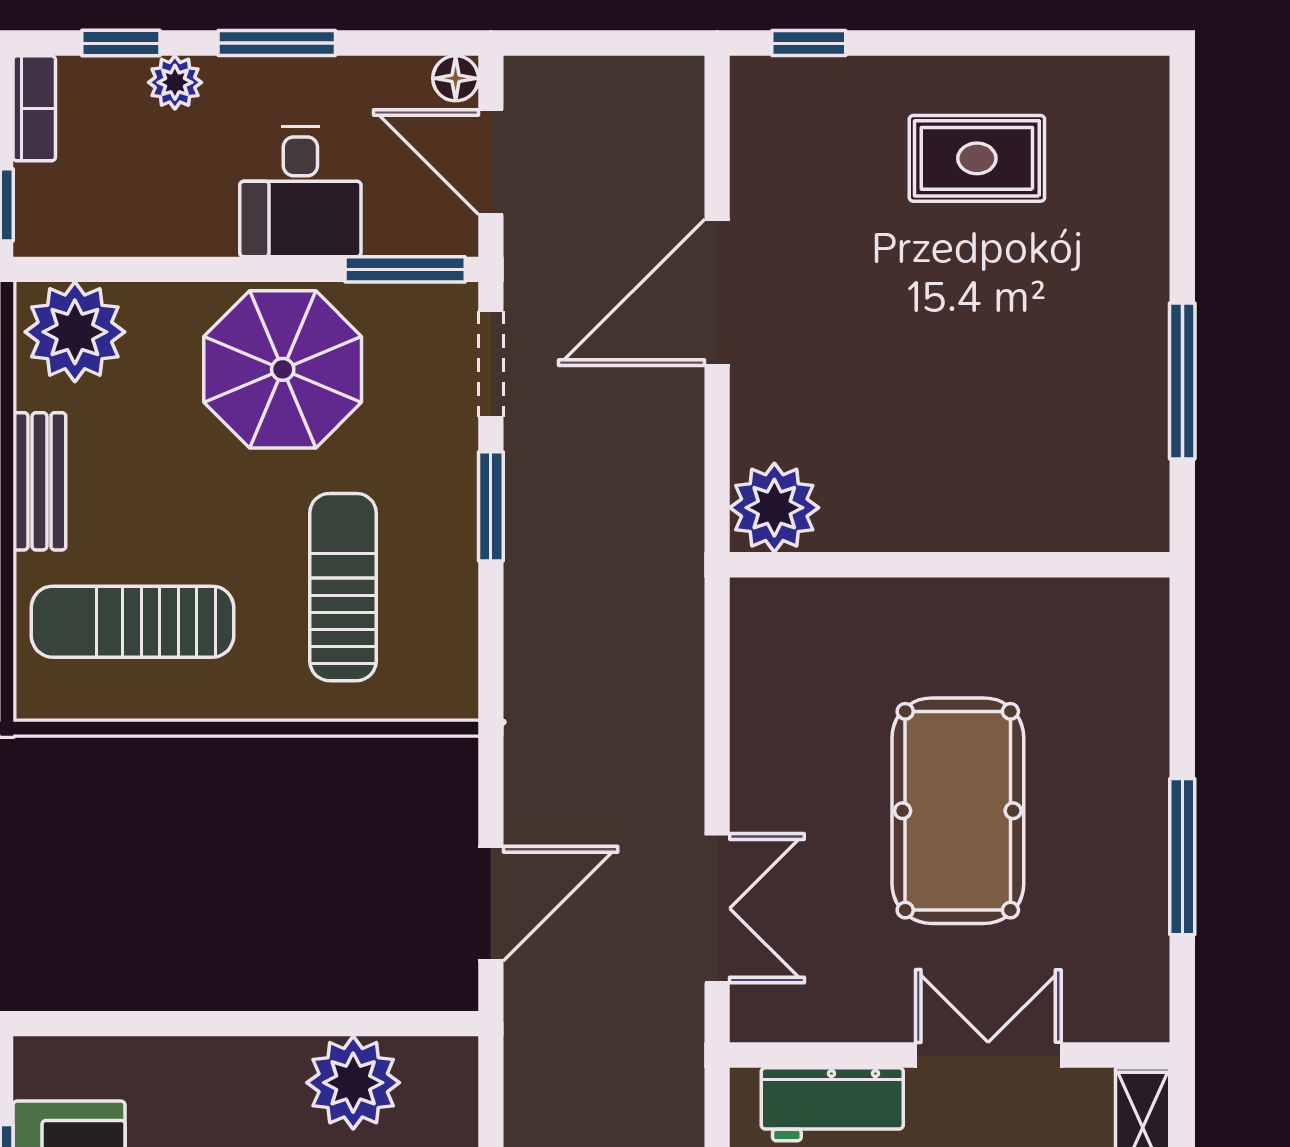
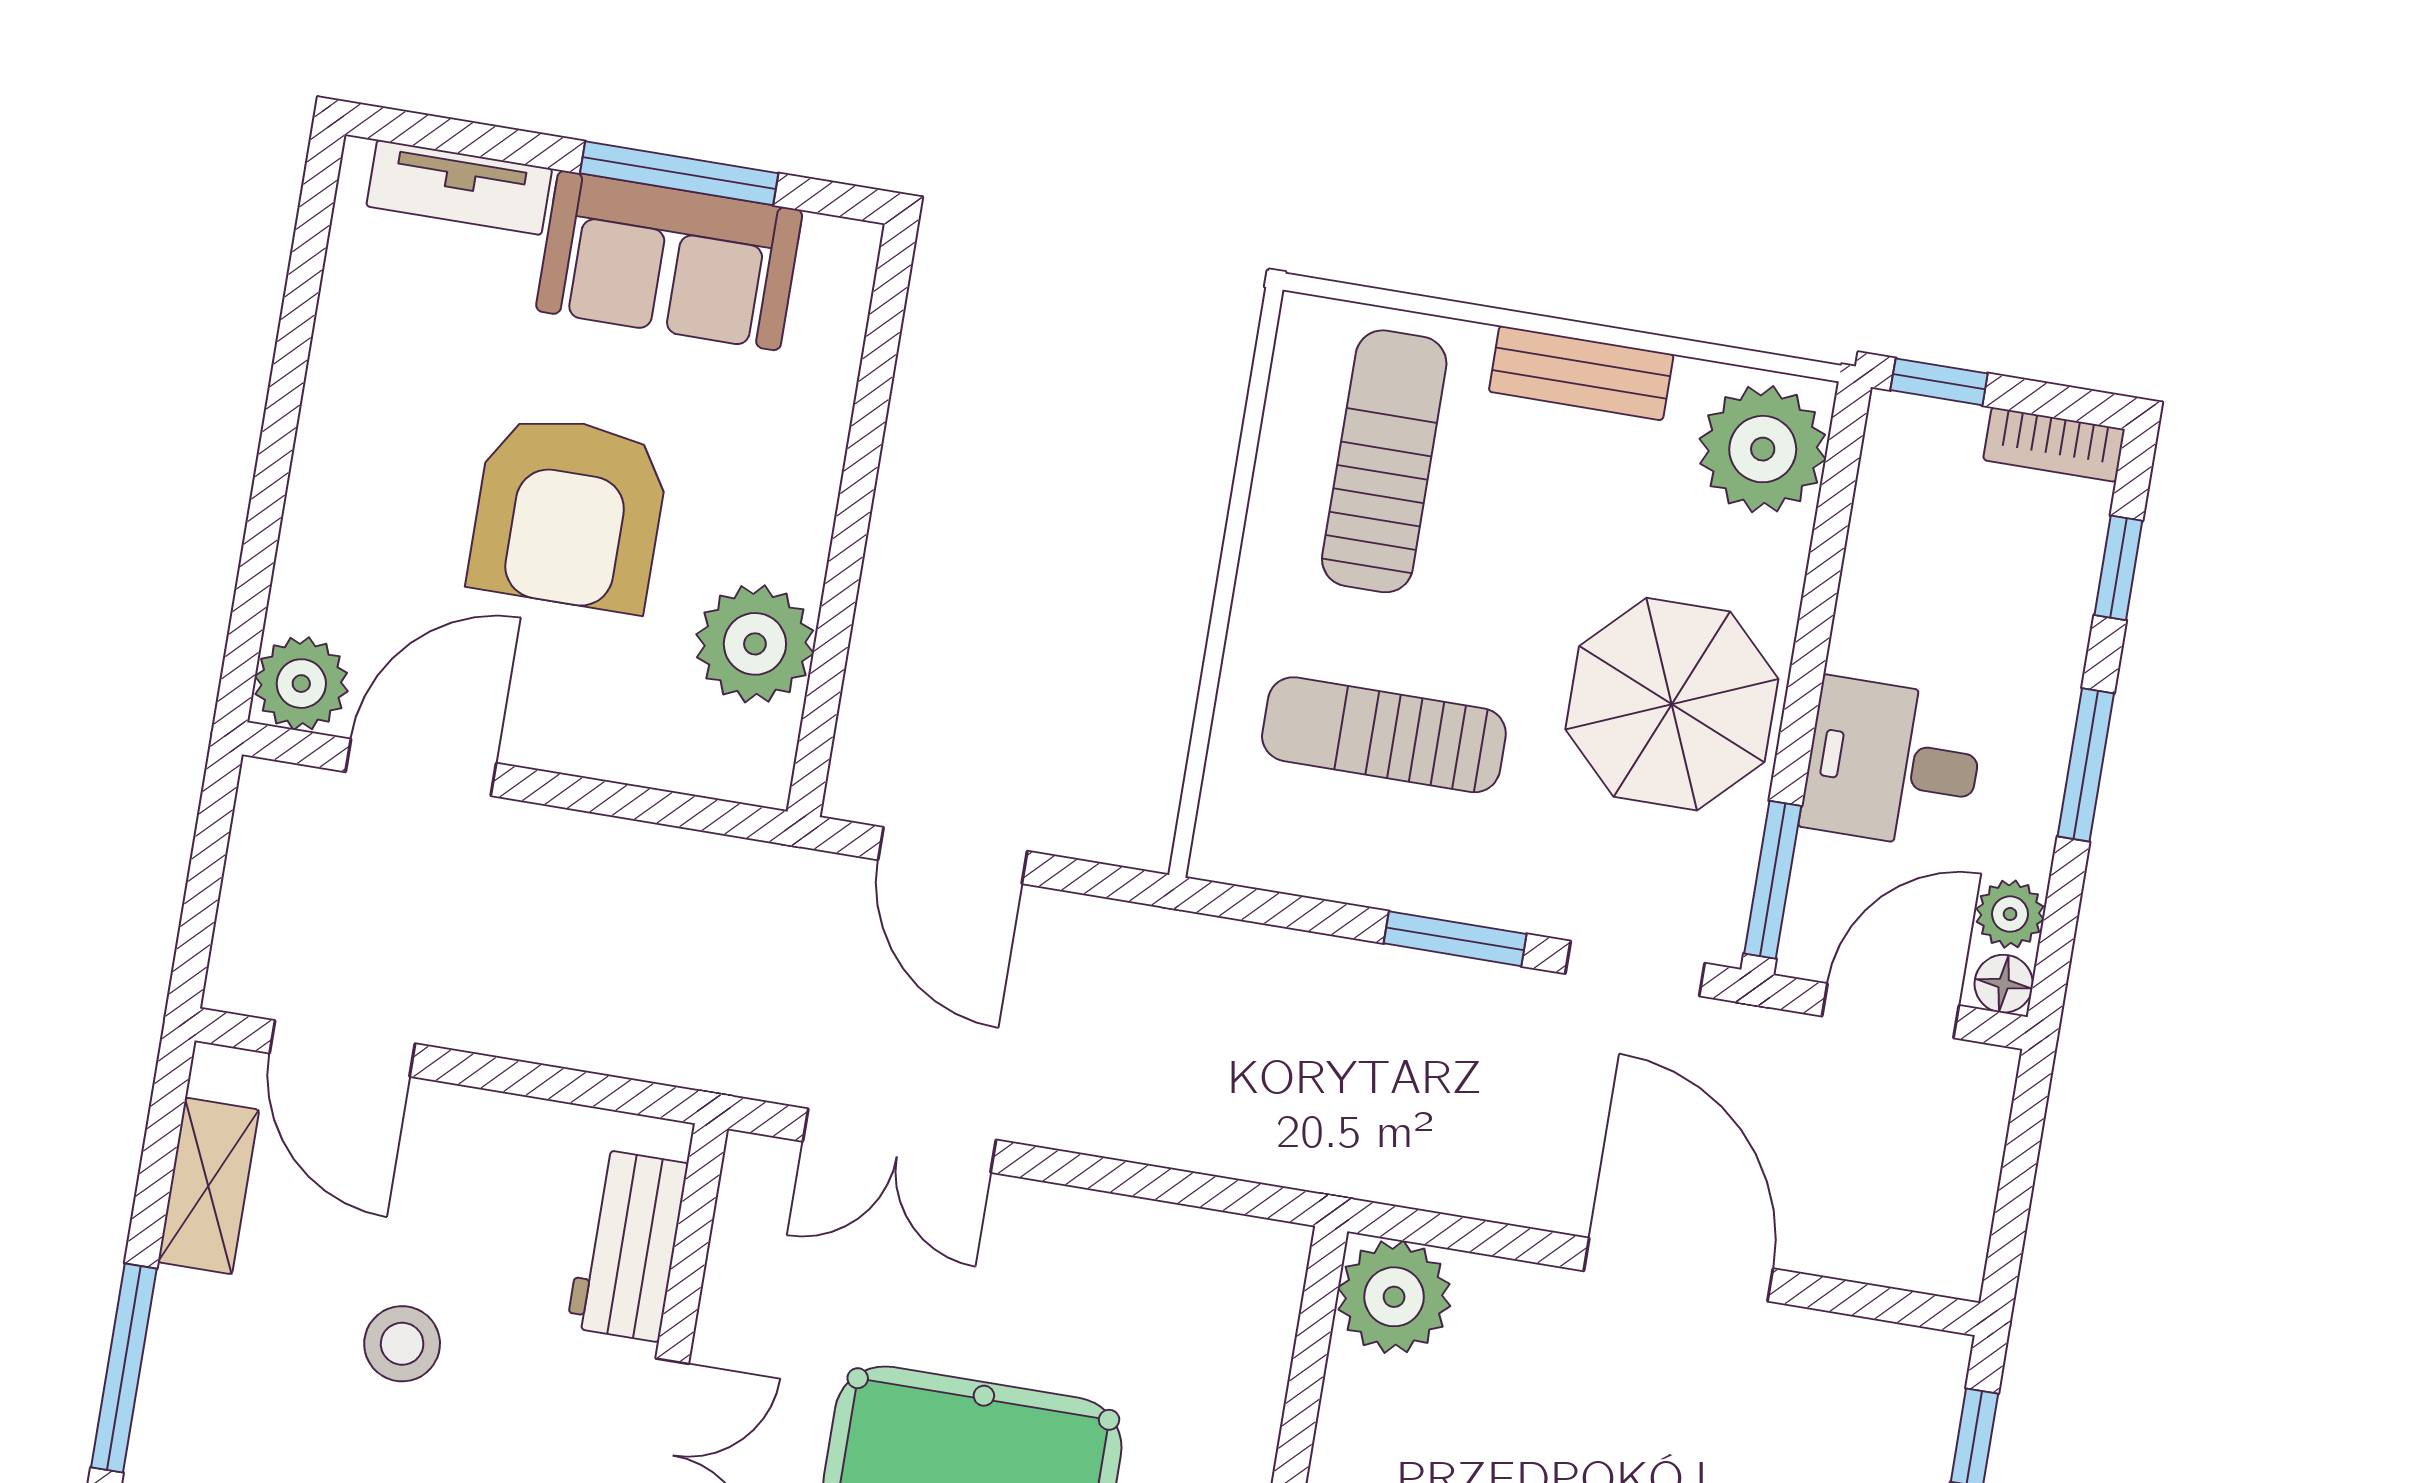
plant: (175, 82) -> (2010, 914), moved
sun lounger: (343, 587) -> (1384, 735), turned 180

